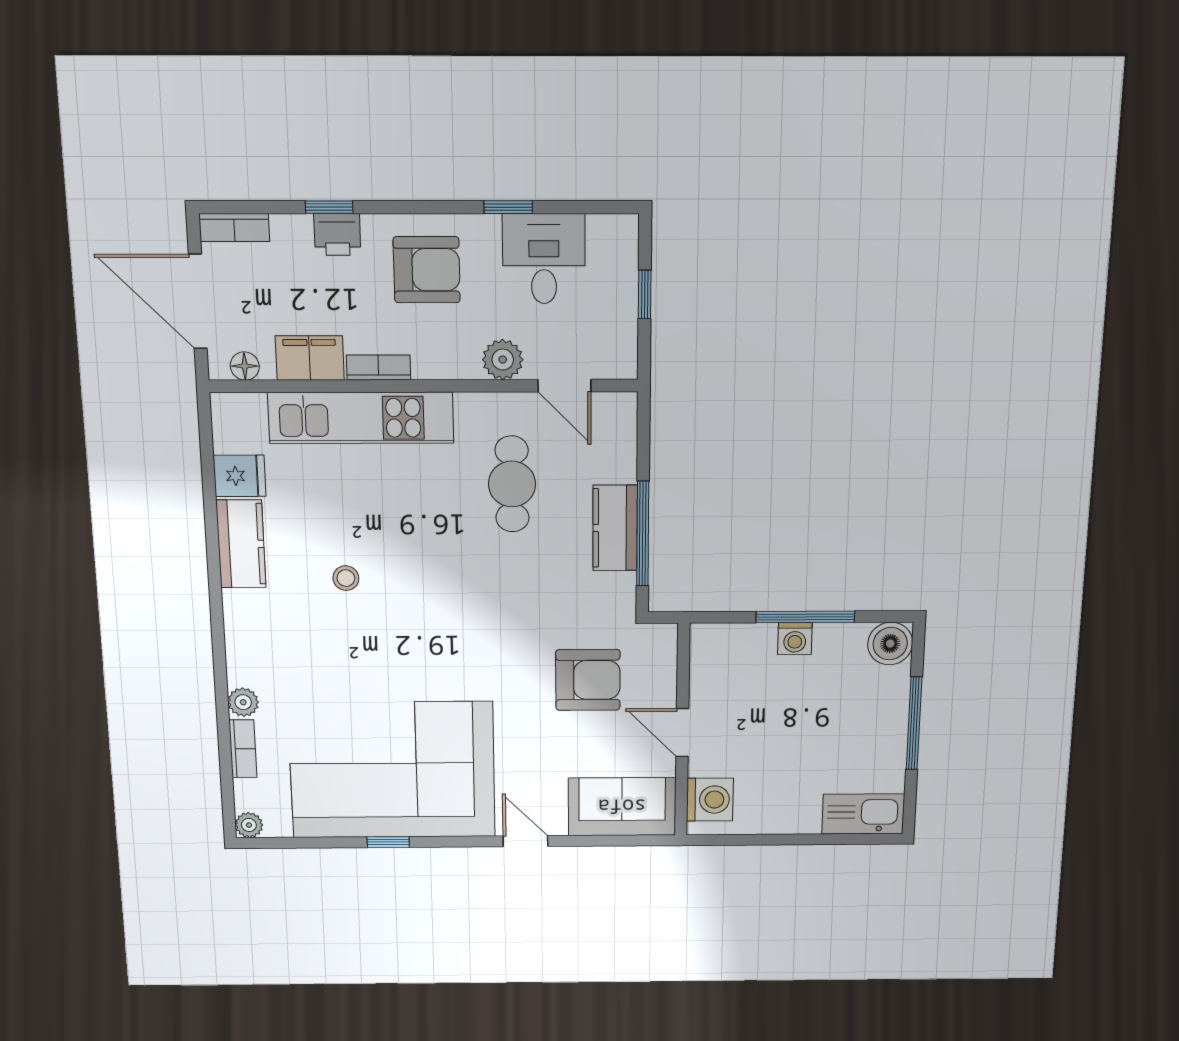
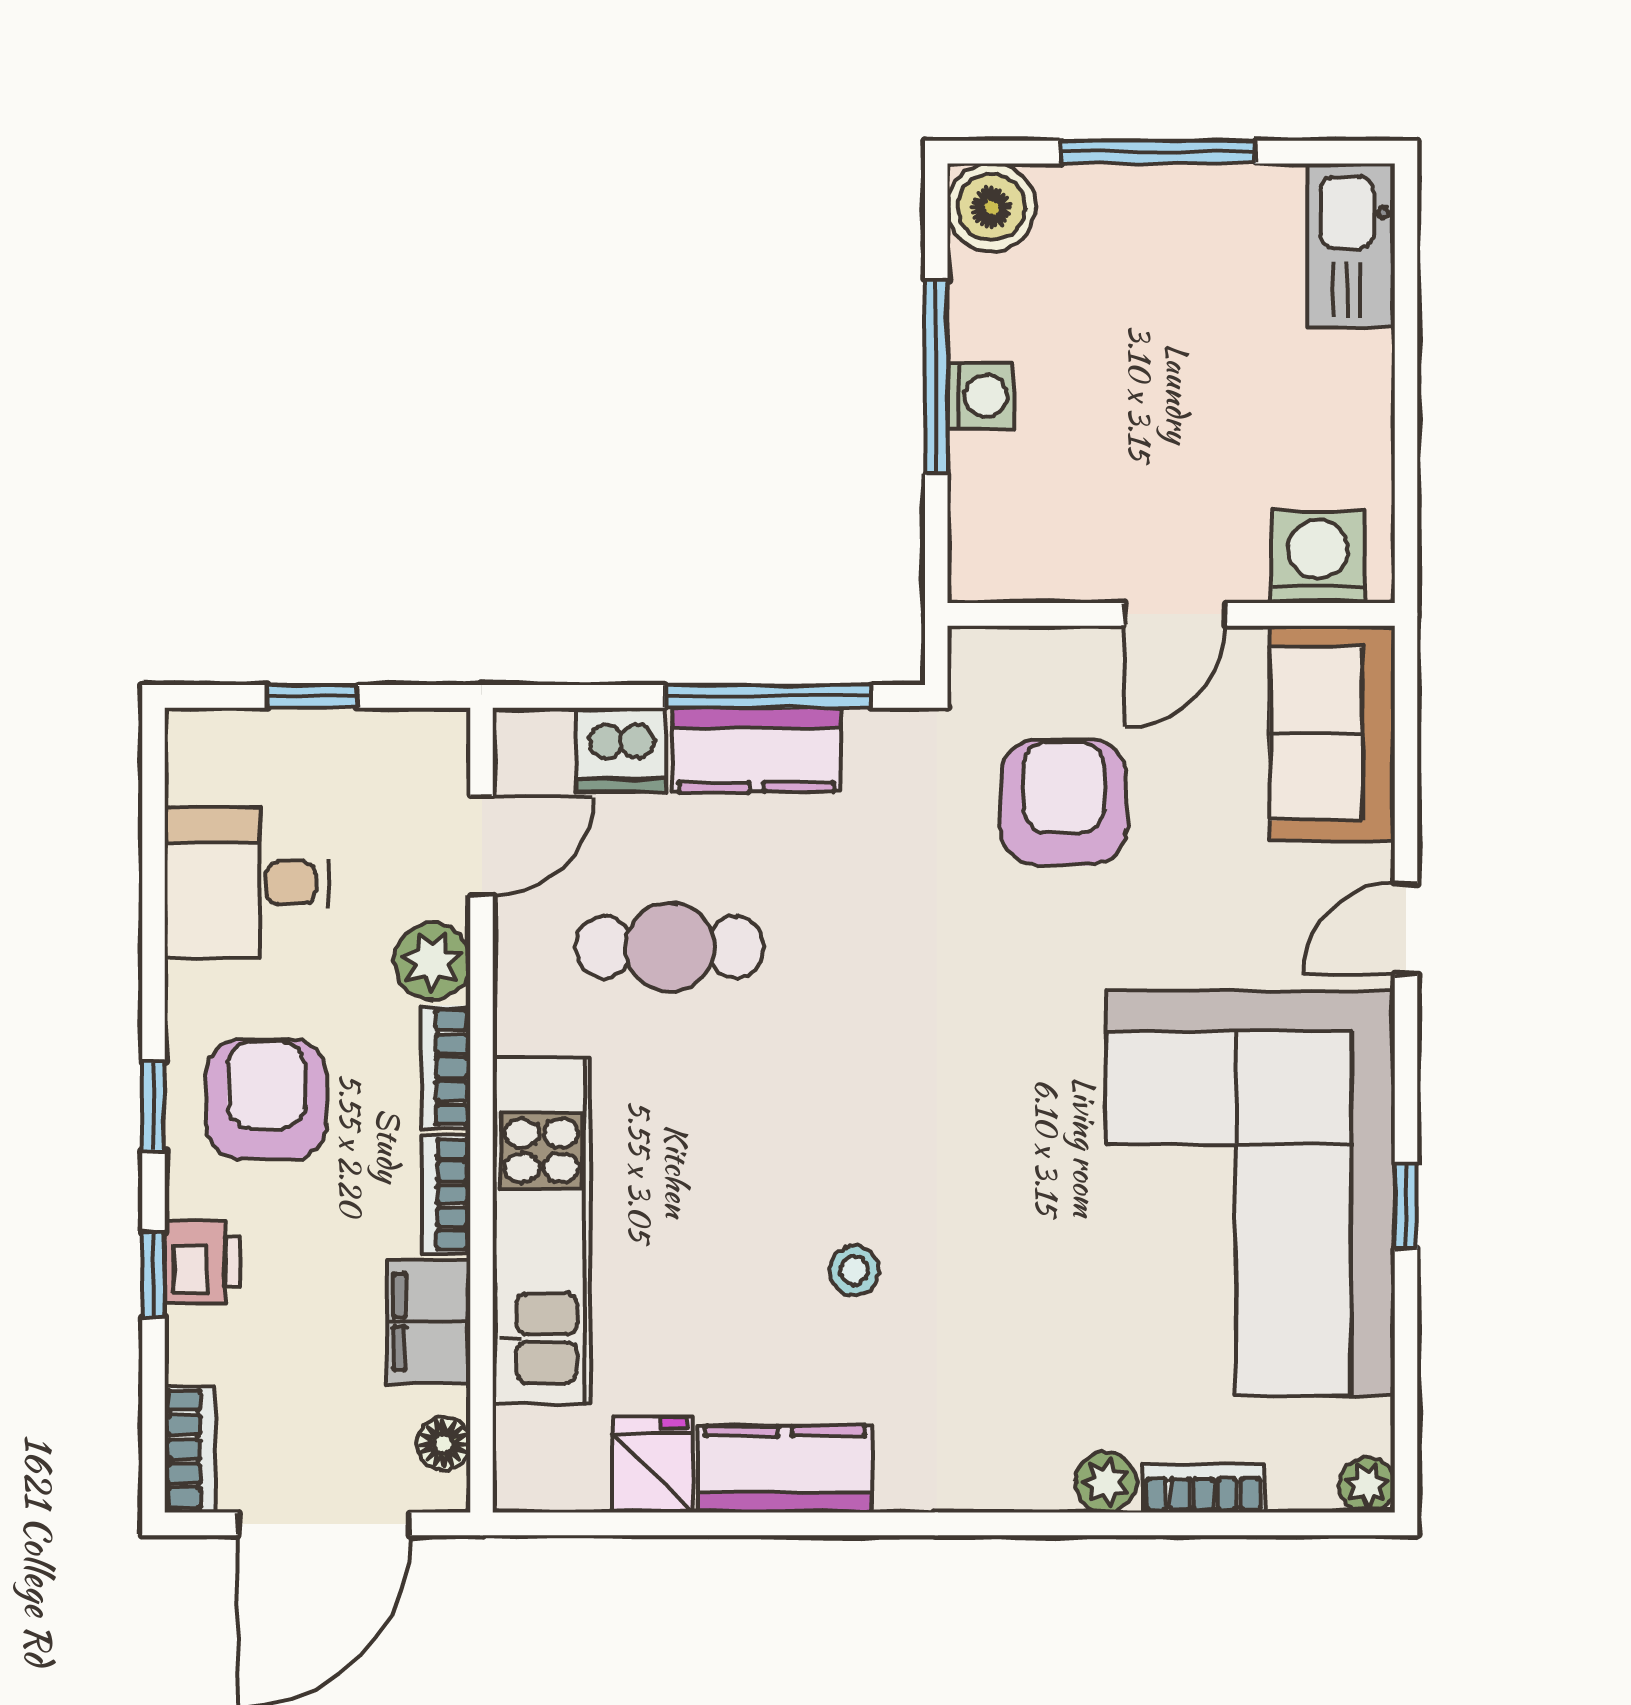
window: (508, 207) -> (153, 1106), moved
bookcase: (446, 367) -> (446, 1067), added
dishwasher: (615, 459) -> (621, 750), added

